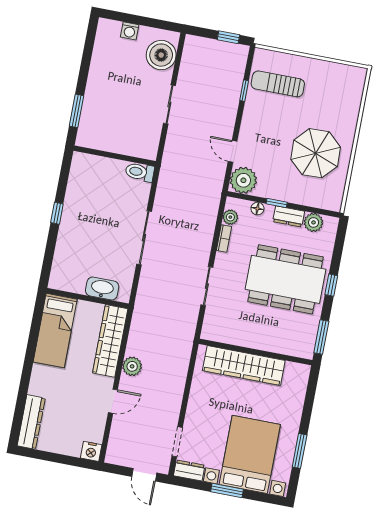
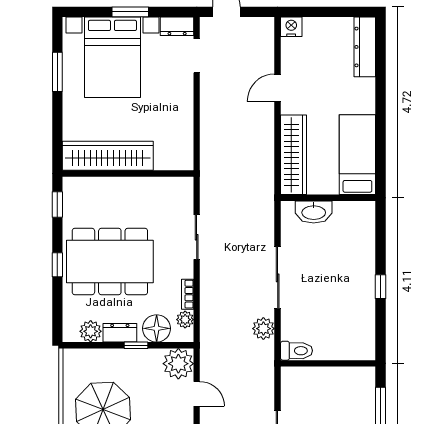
floor lamp: (257, 209) -> (157, 328), width x1.89, depth x1.89
window: (321, 337) -> (57, 204), width x0.67
plant: (132, 366) -> (263, 329), moved
wardrobe: (244, 366) -> (108, 156), moved

